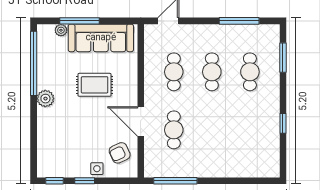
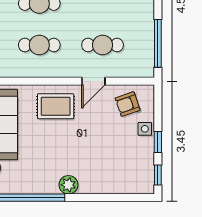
rug: (95, 85) -> (56, 106), moved, turned 90
door: (141, 122) -> (93, 81), width x0.73
armchair: (120, 153) -> (128, 104), turned 96

